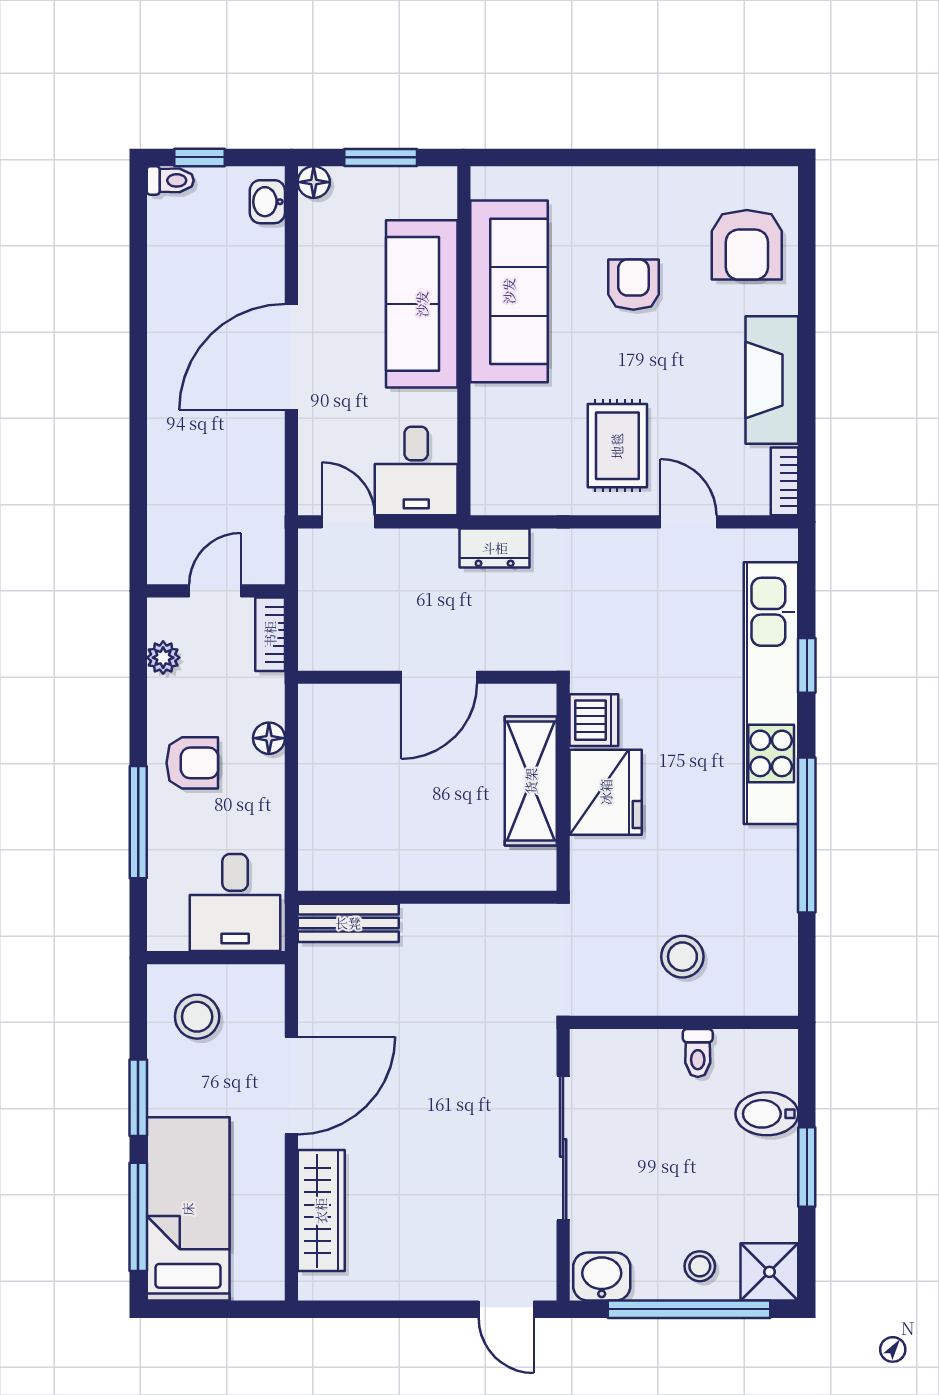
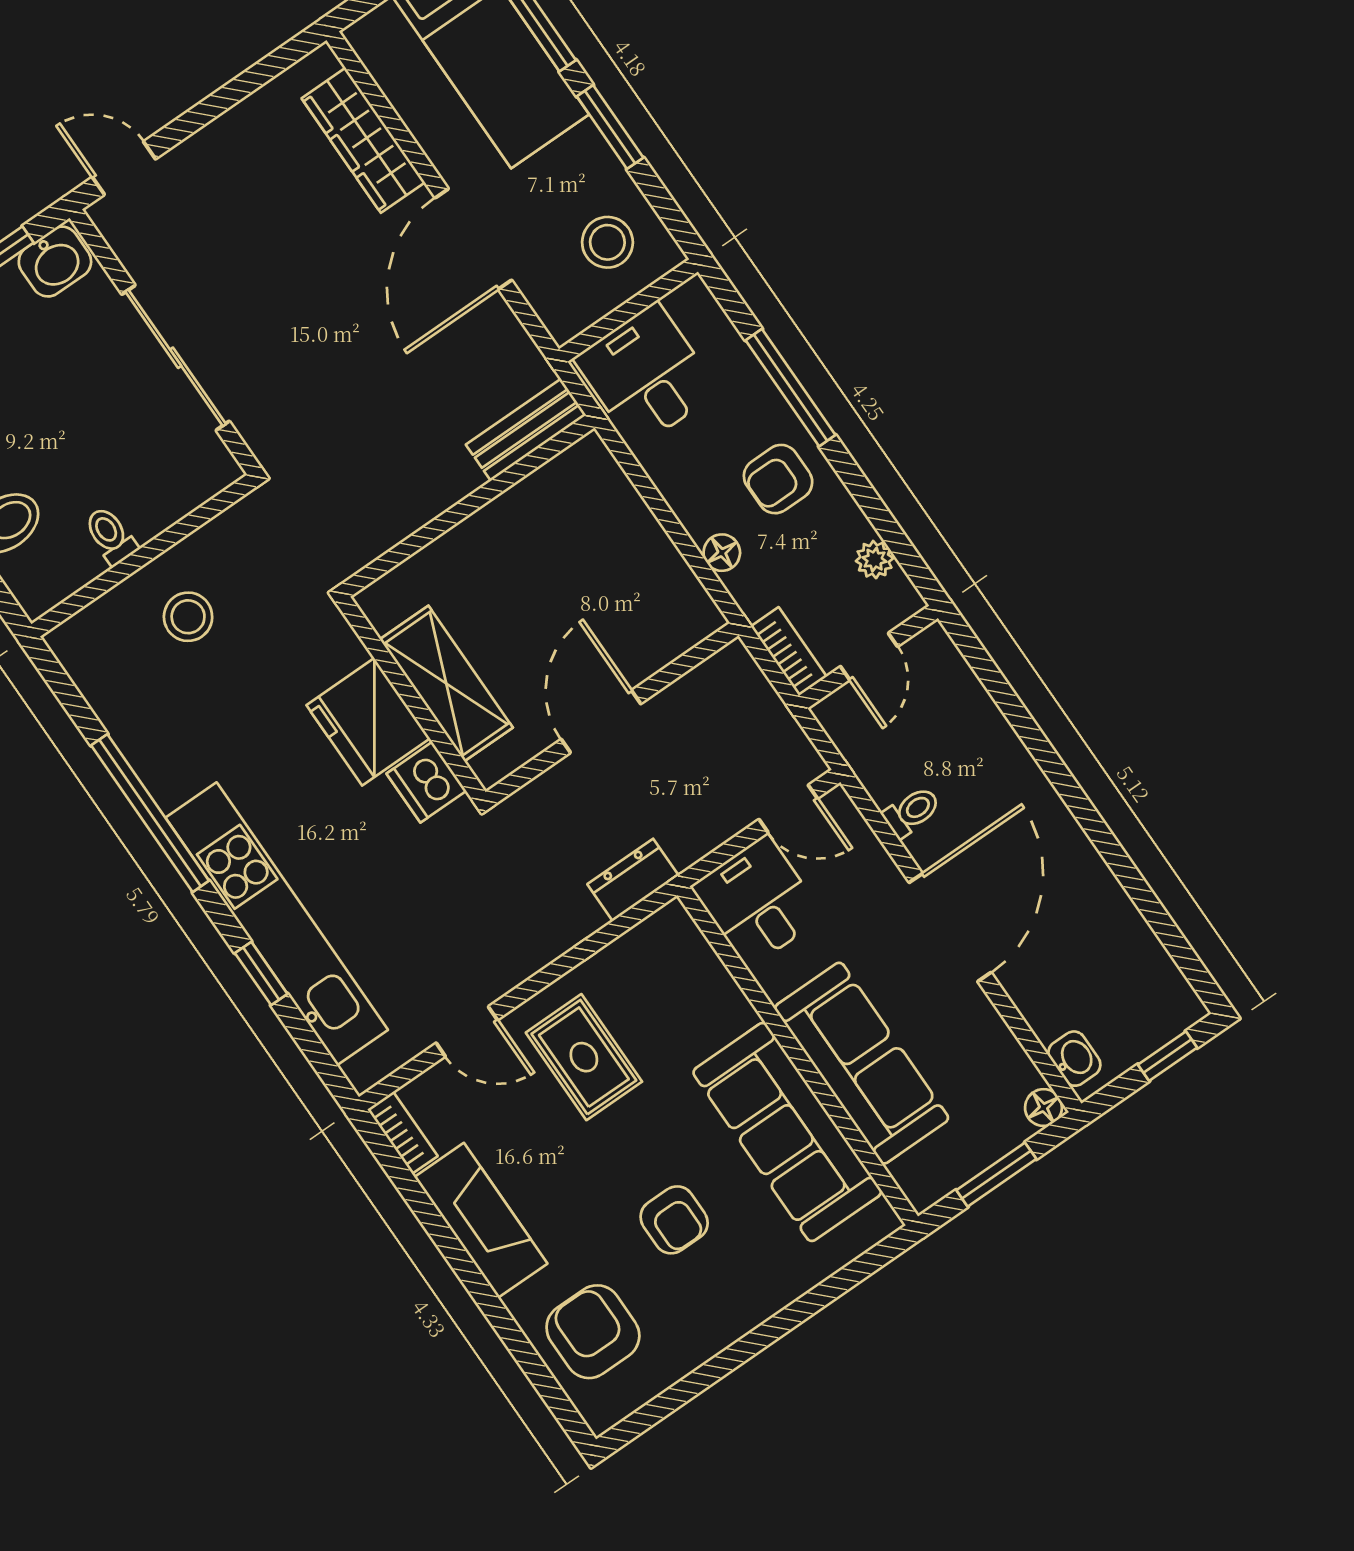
toilet: (170, 180) -> (912, 812), moved, turned 180

